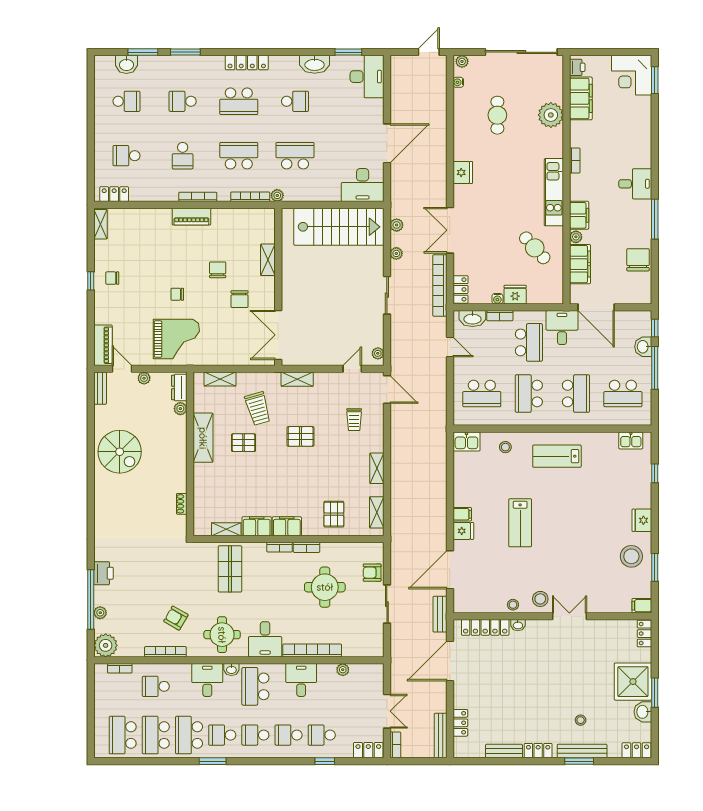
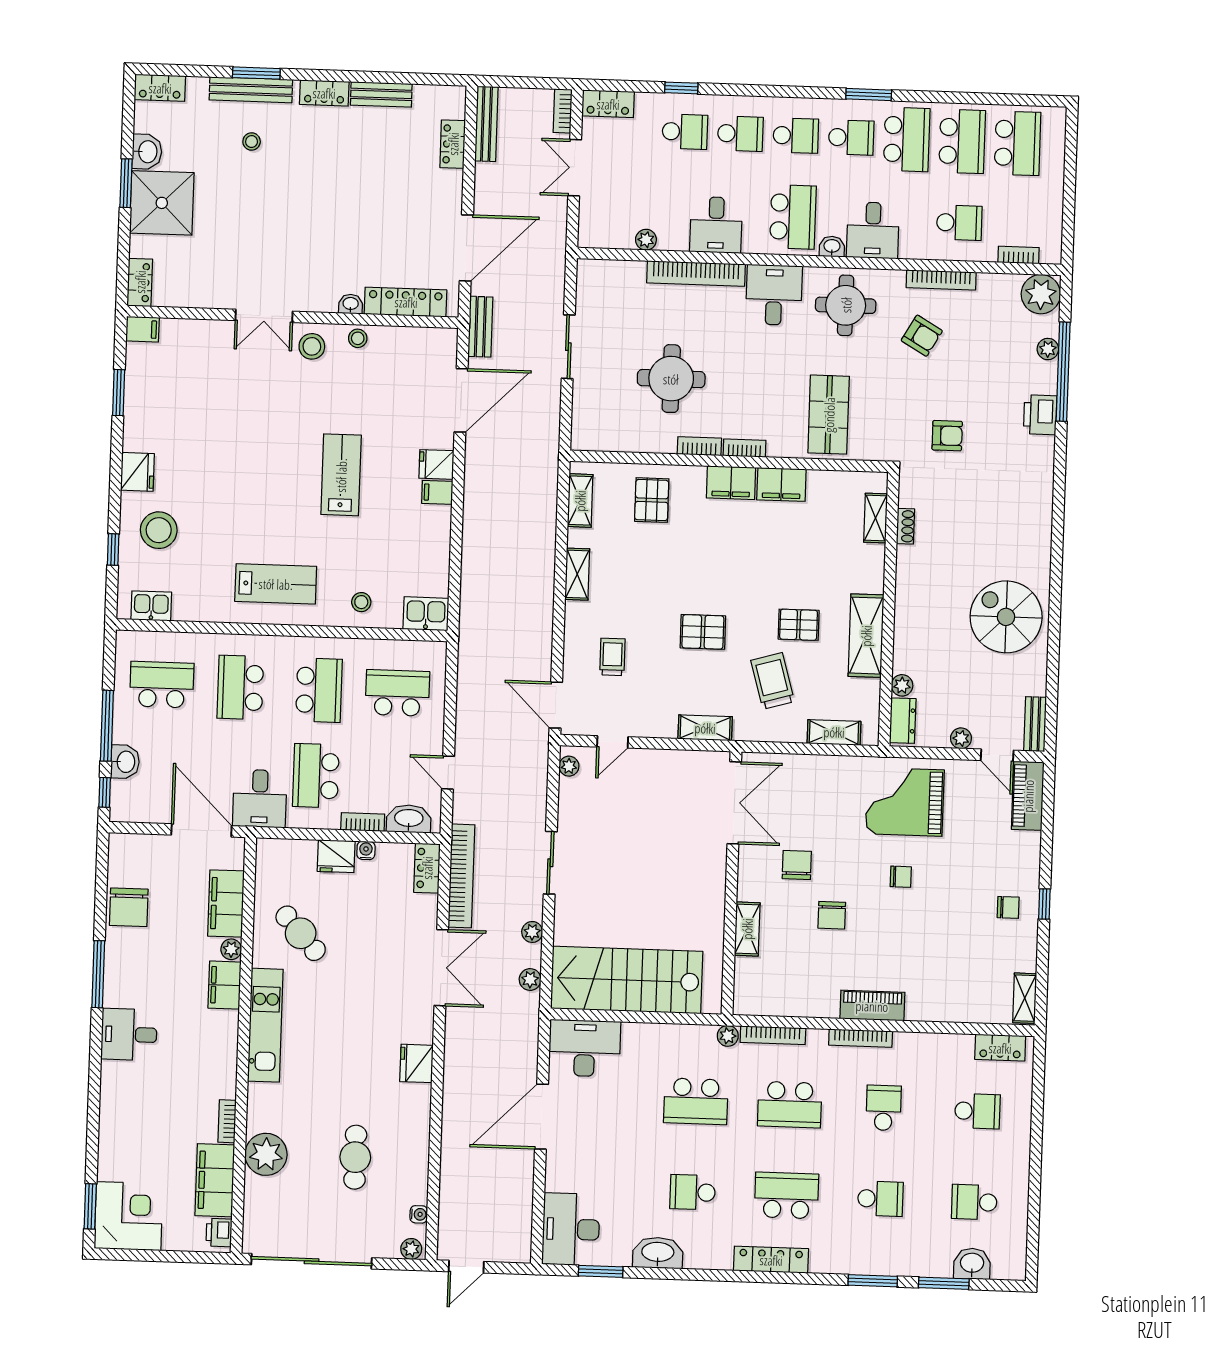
bookcase: (575, 161) -> (227, 1121), moved
shelving: (226, 529) -> (876, 518), moved, turned 90
stool: (631, 556) -> (159, 530), moved
armchair: (372, 573) -> (947, 436), moved

